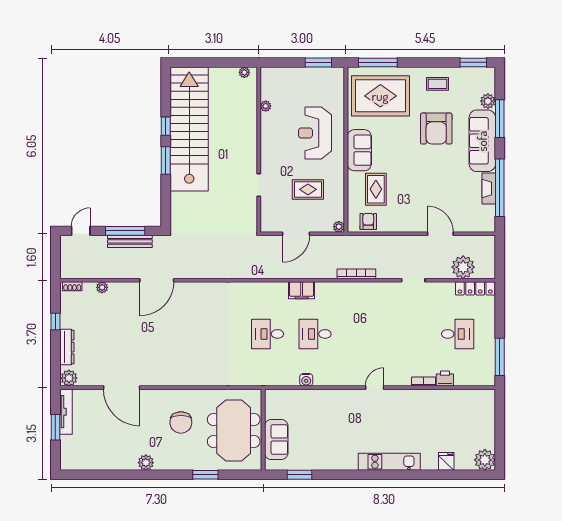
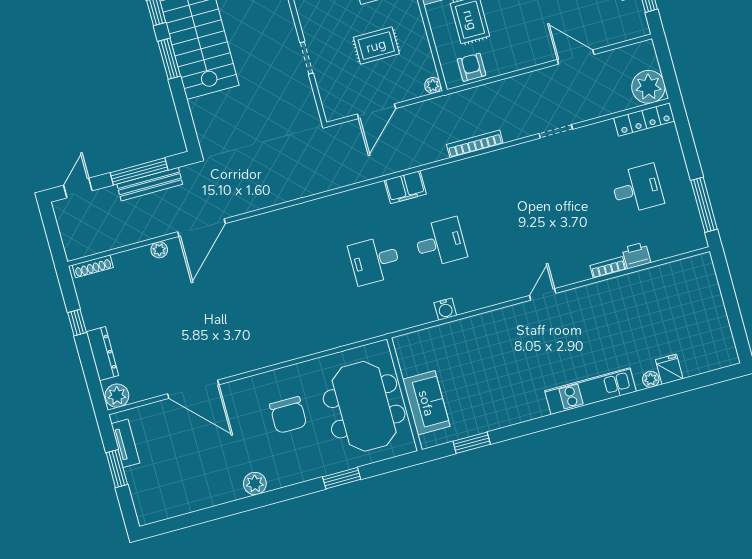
plant: (463, 267) -> (648, 87), moved
shoe rack: (72, 286) -> (93, 266), width x1.43
plant: (102, 287) -> (159, 250), moved
desk: (315, 334) -> (440, 242), turned 180
tv unit: (66, 412) -> (125, 443), width x0.71
plant: (485, 460) -> (651, 379), moved, width x0.53, depth x0.53

